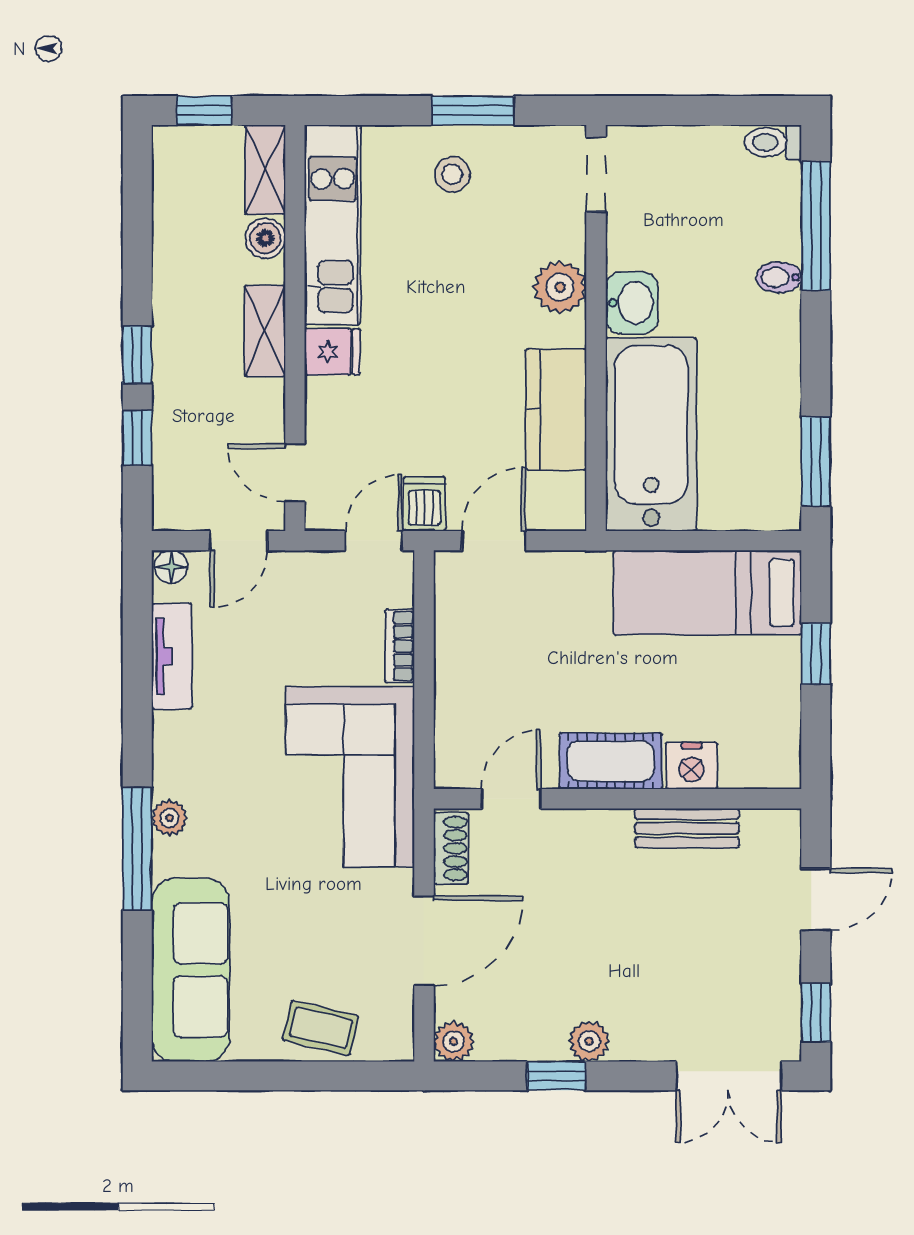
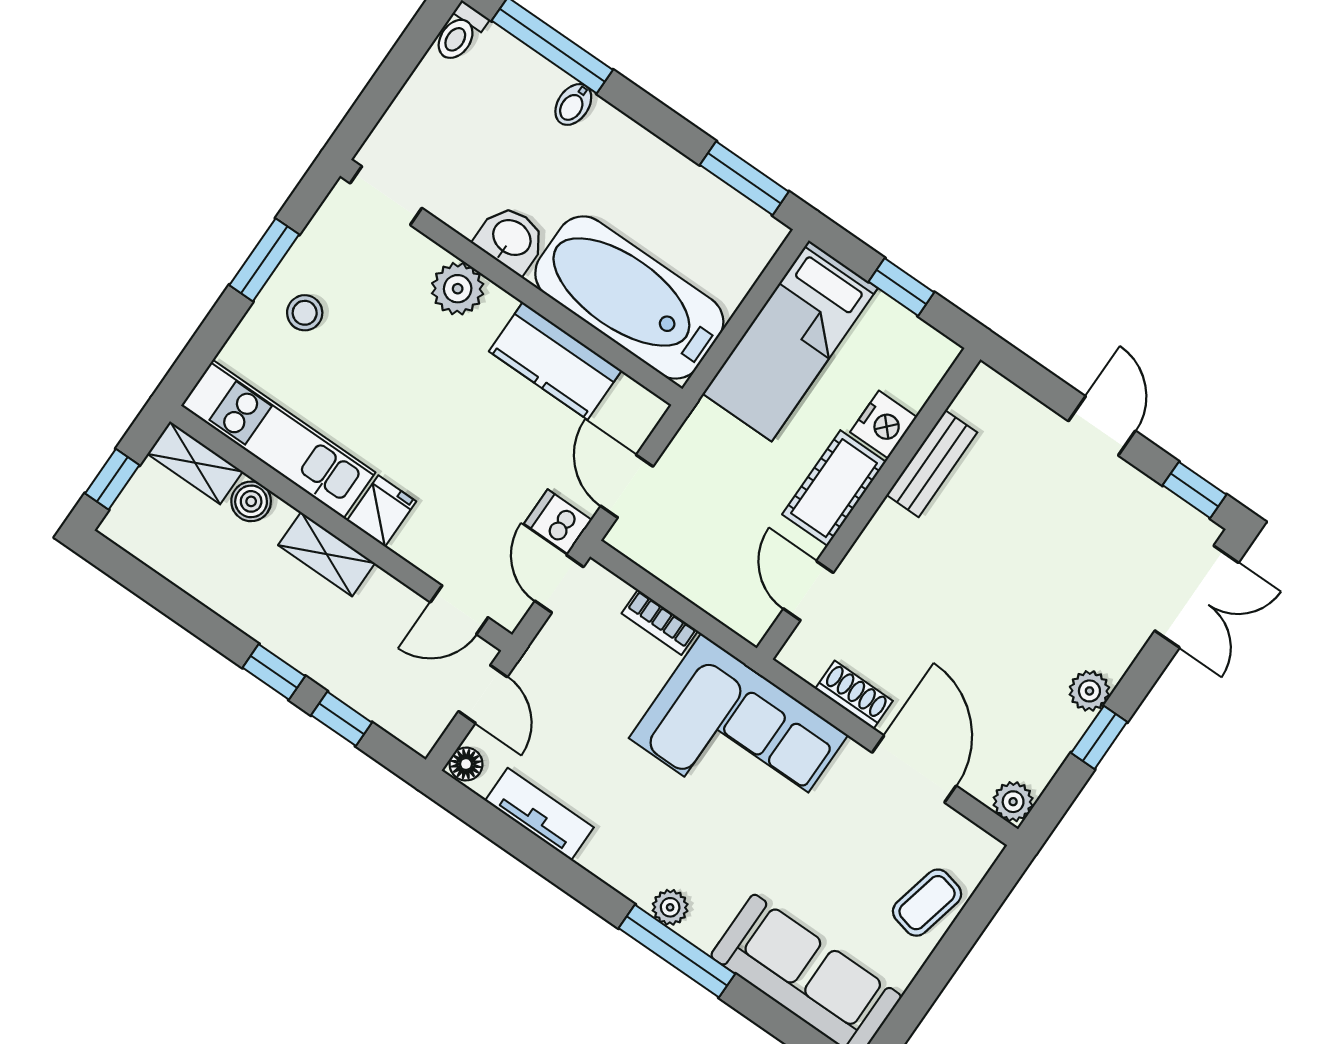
cot: (611, 761) -> (834, 488), moved
nightstand: (692, 766) -> (884, 425), moved
door: (511, 799) -> (808, 591), moved
wall: (617, 799) -> (869, 504), moved
bench: (687, 828) -> (932, 464), moved

